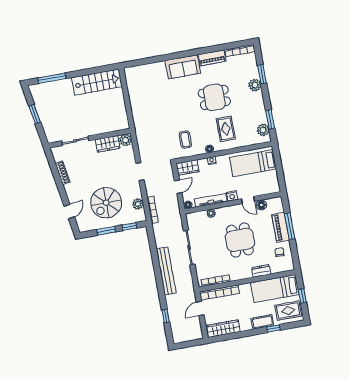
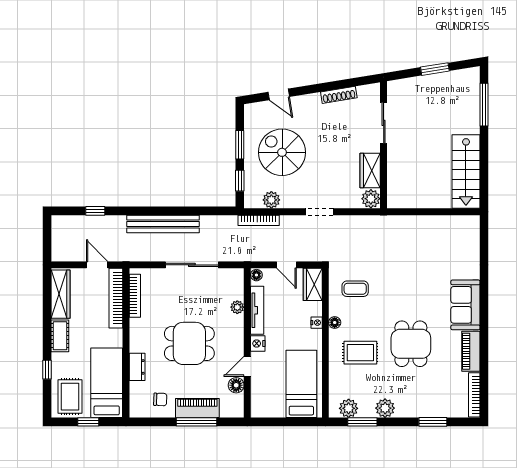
plant: (255, 85) -> (385, 408), moved
cot: (262, 322) -> (60, 336), moved

